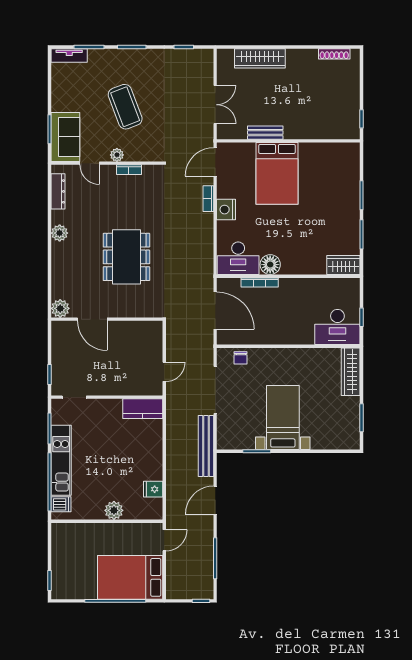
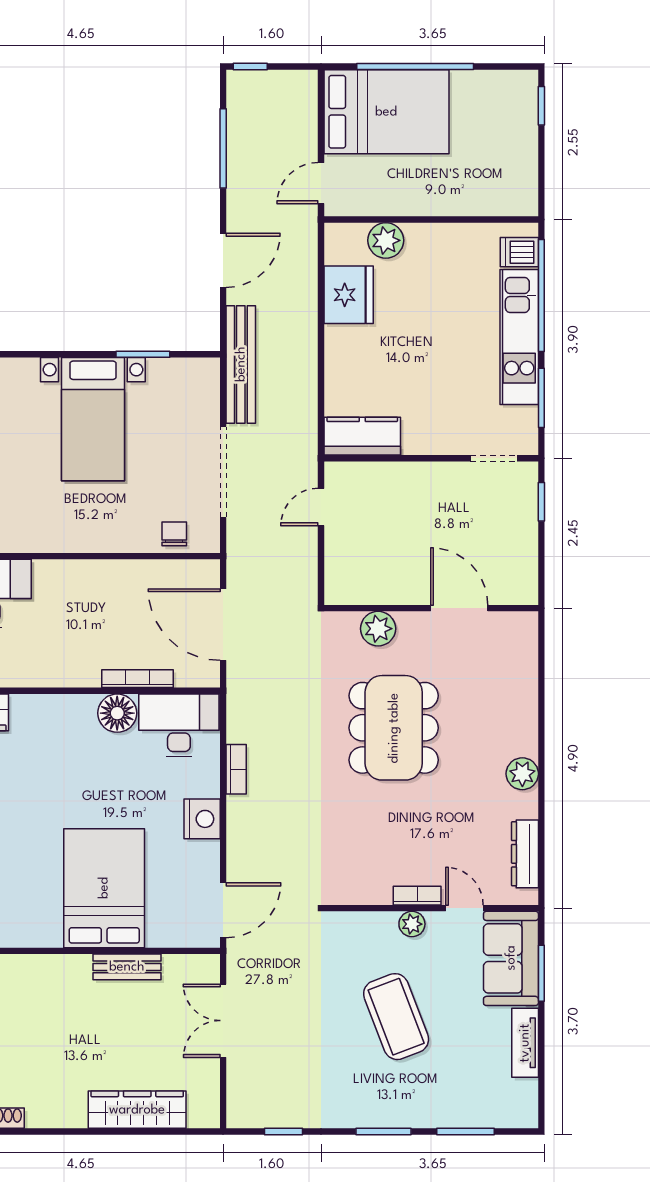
tv unit: (69, 55) -> (525, 1043), moved, turned -90
bookcase: (129, 170) -> (417, 896), moved
bookcase: (208, 199) -> (236, 769), moved
plant: (60, 308) -> (378, 629), moved
fridge: (153, 489) -> (349, 295), width x1.88, depth x1.34
plant: (114, 510) -> (386, 240), moved

